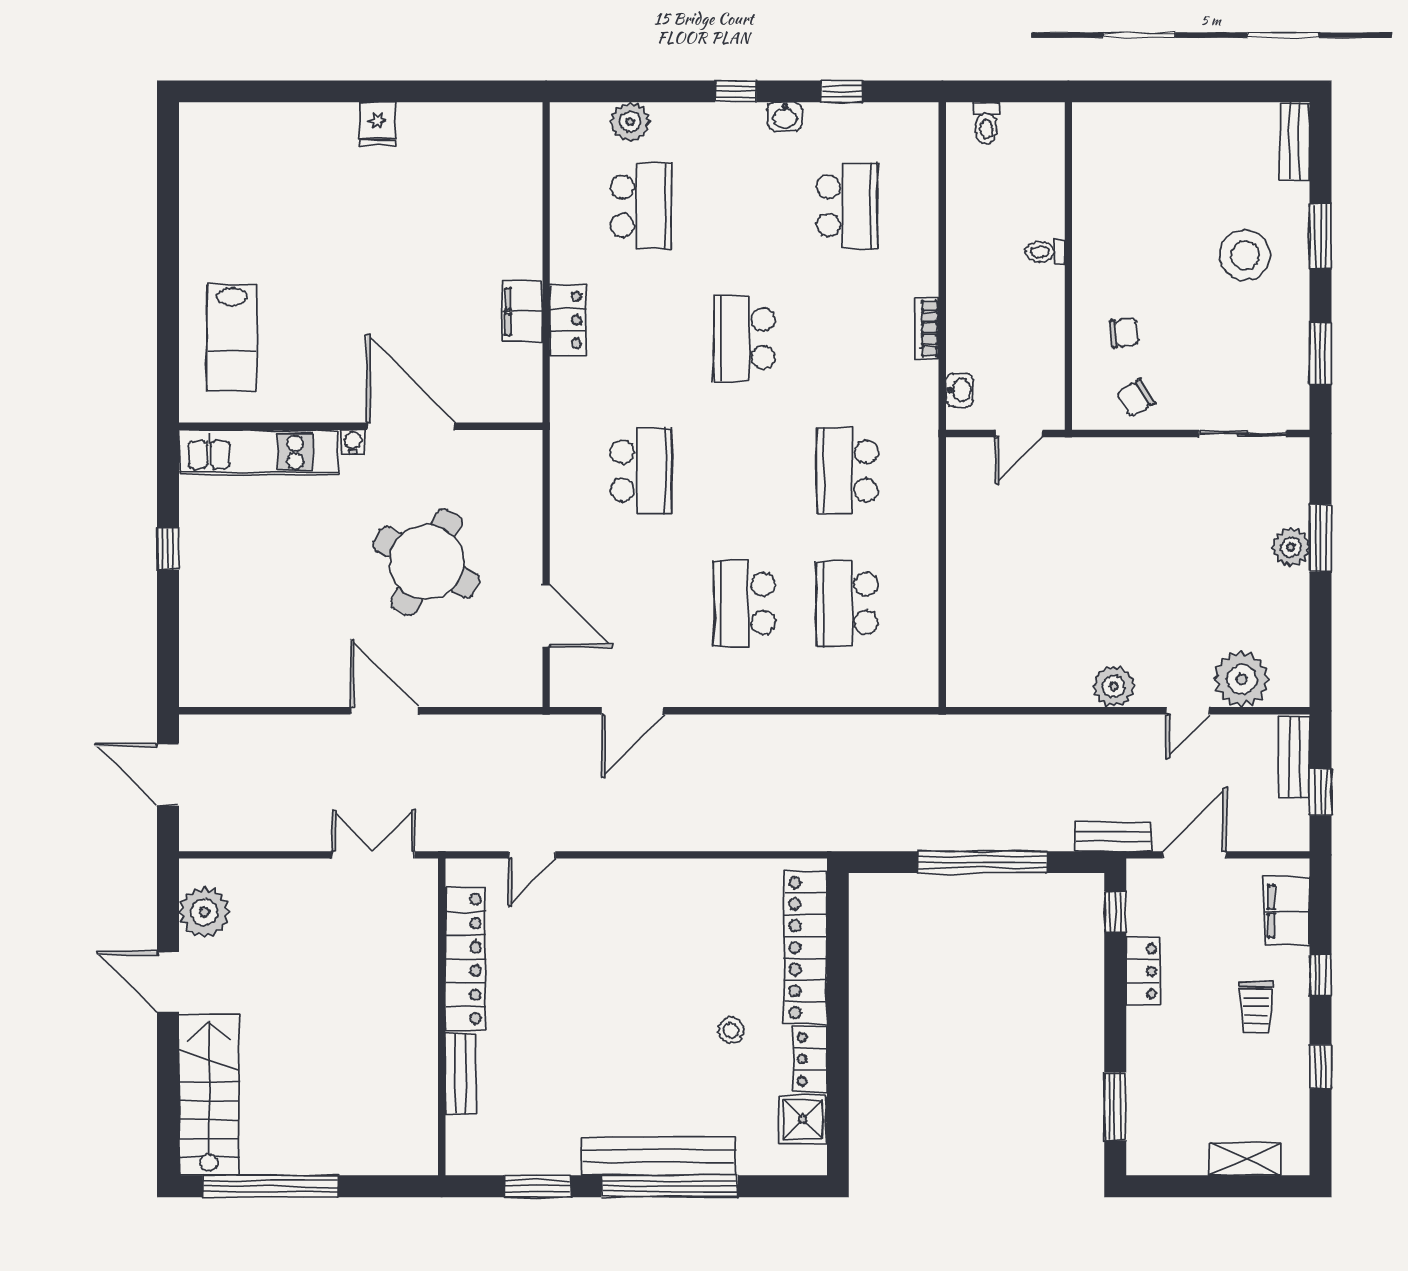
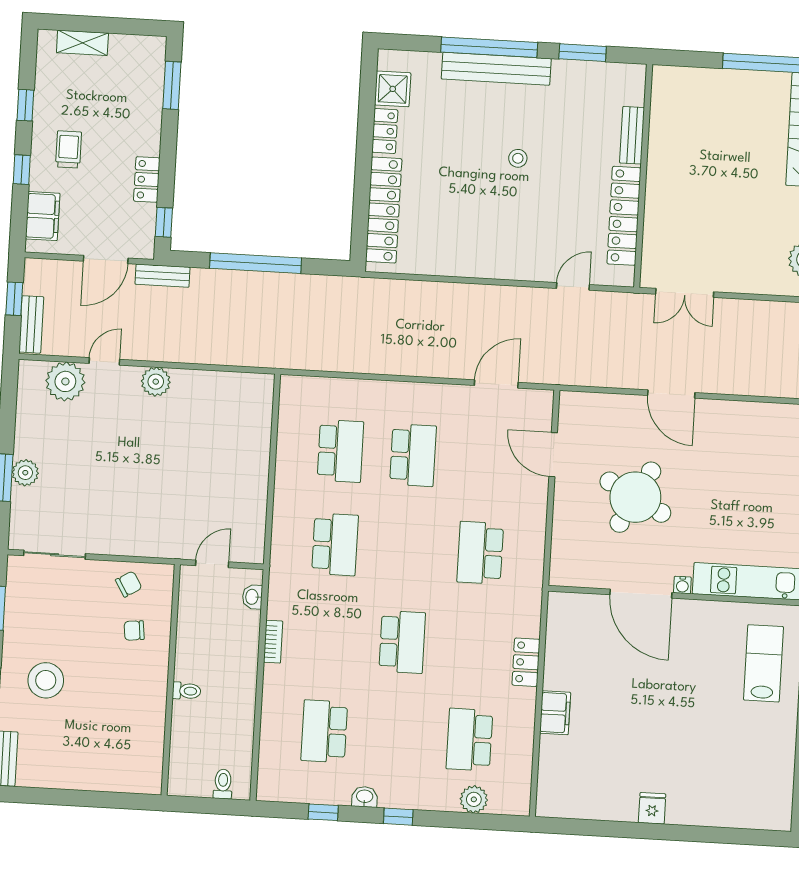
filing cabinet: (522, 311) -> (555, 713), moved
stool: (731, 1030) -> (518, 158), moved

